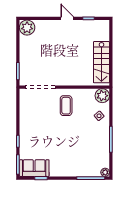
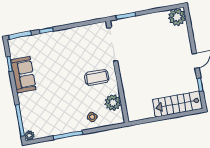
stairs: (101, 62) -> (178, 104), moved
plant: (102, 96) -> (113, 103), moved
sofa: (34, 168) -> (23, 75), moved

